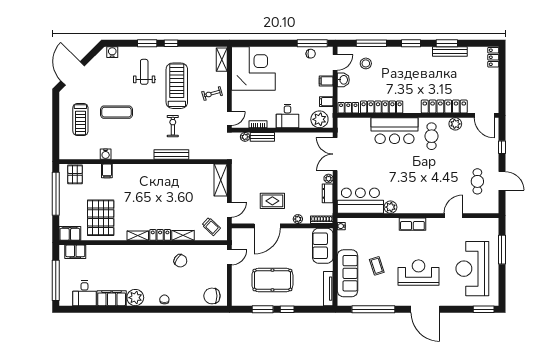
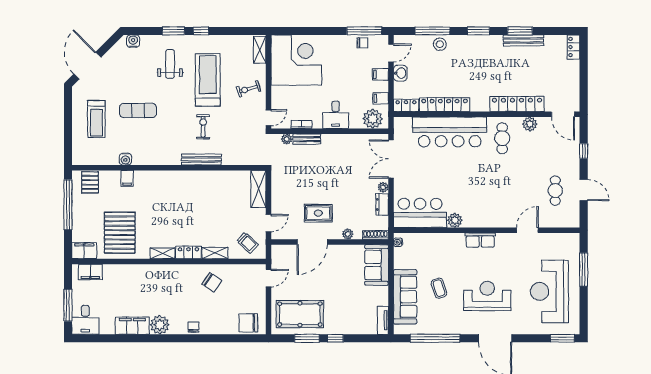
stool: (366, 63) -> (440, 44), moved
bar counter: (395, 131) -> (450, 132), width x1.36
window: (56, 280) -> (68, 305), width x0.68
pool table: (272, 280) -> (300, 314), moved
tv unit: (328, 289) -> (383, 320), width x0.71
desk: (84, 293) -> (85, 320), moved

